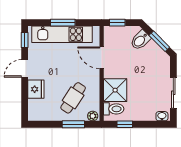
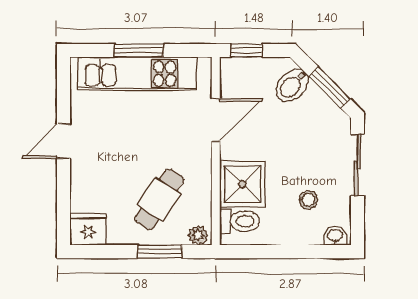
window: (25, 40) -> (64, 85), removed
door: (102, 58) -> (216, 120), swing flipped
fridge: (36, 89) -> (88, 229), moved, turned -90
sliding door: (173, 93) -> (357, 165), moved
stool: (148, 98) -> (308, 200), added
window: (125, 124) -> (262, 252), removed

